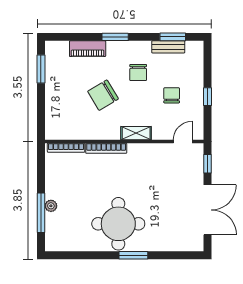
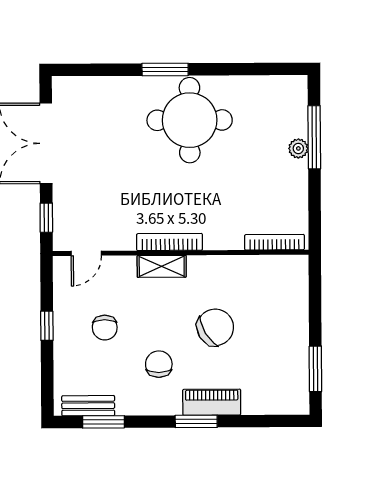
bench: (168, 47) -> (88, 406), moved
piano: (88, 49) -> (212, 402), moved
bookcase: (106, 148) -> (169, 242), moved

